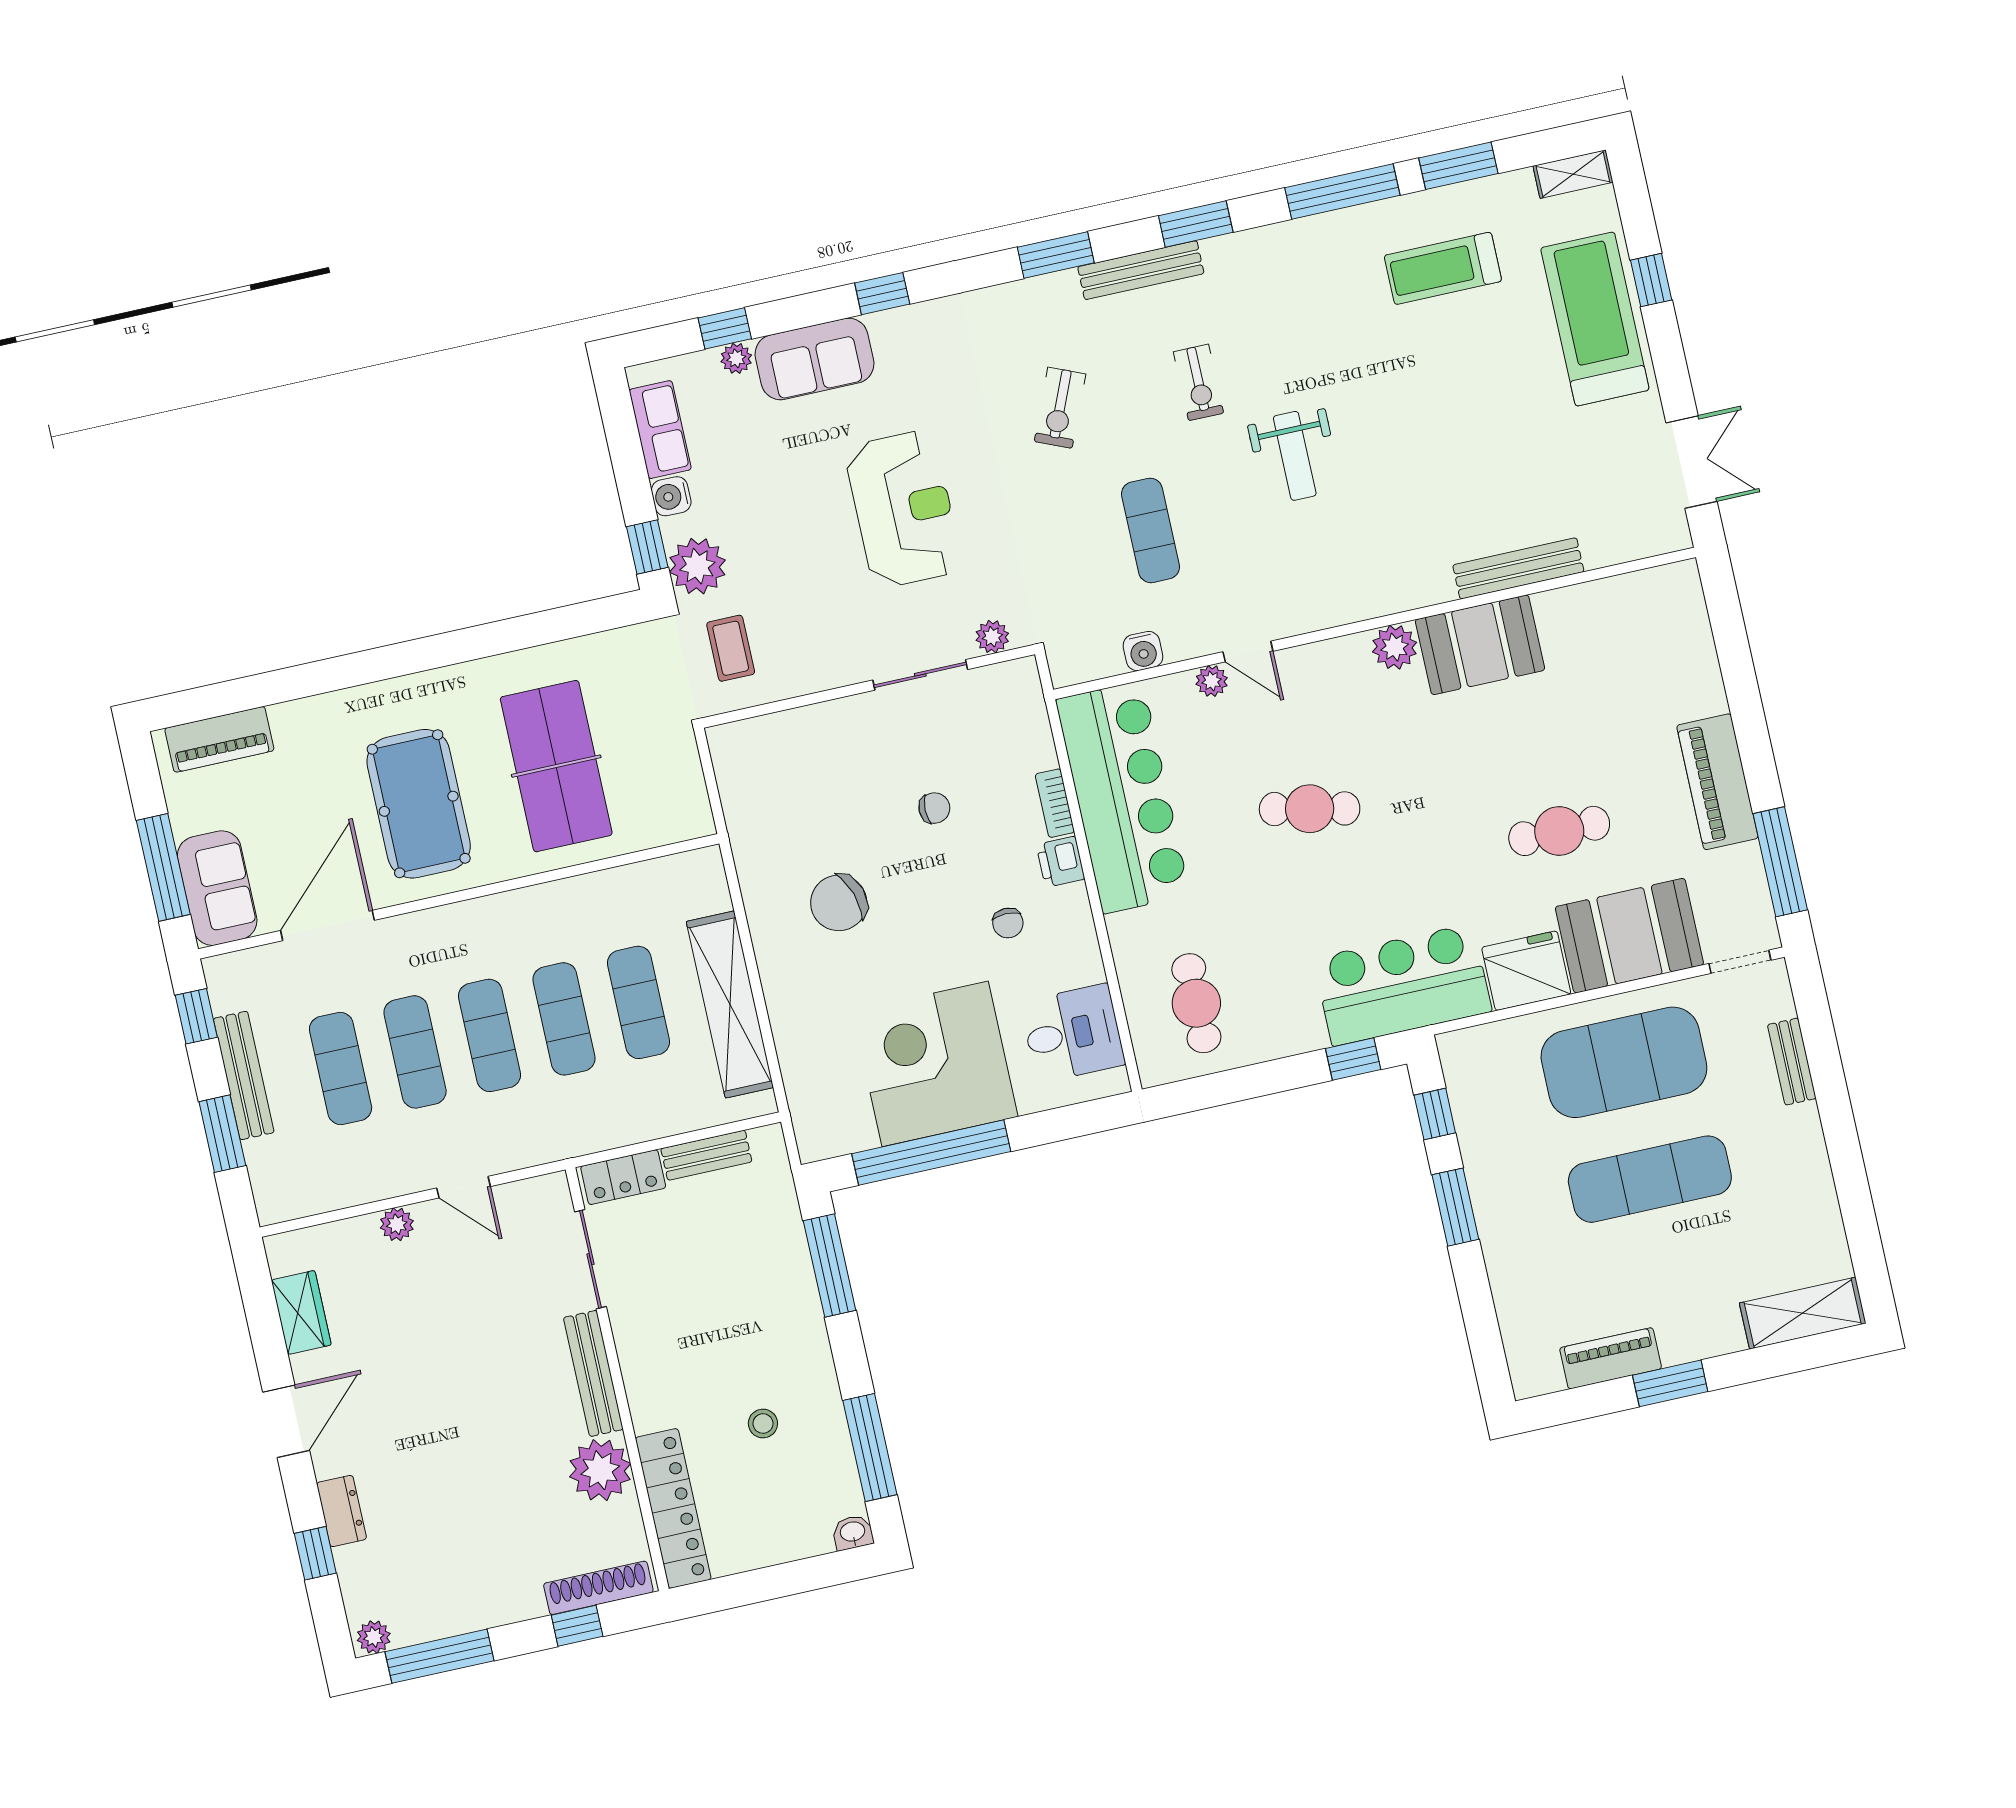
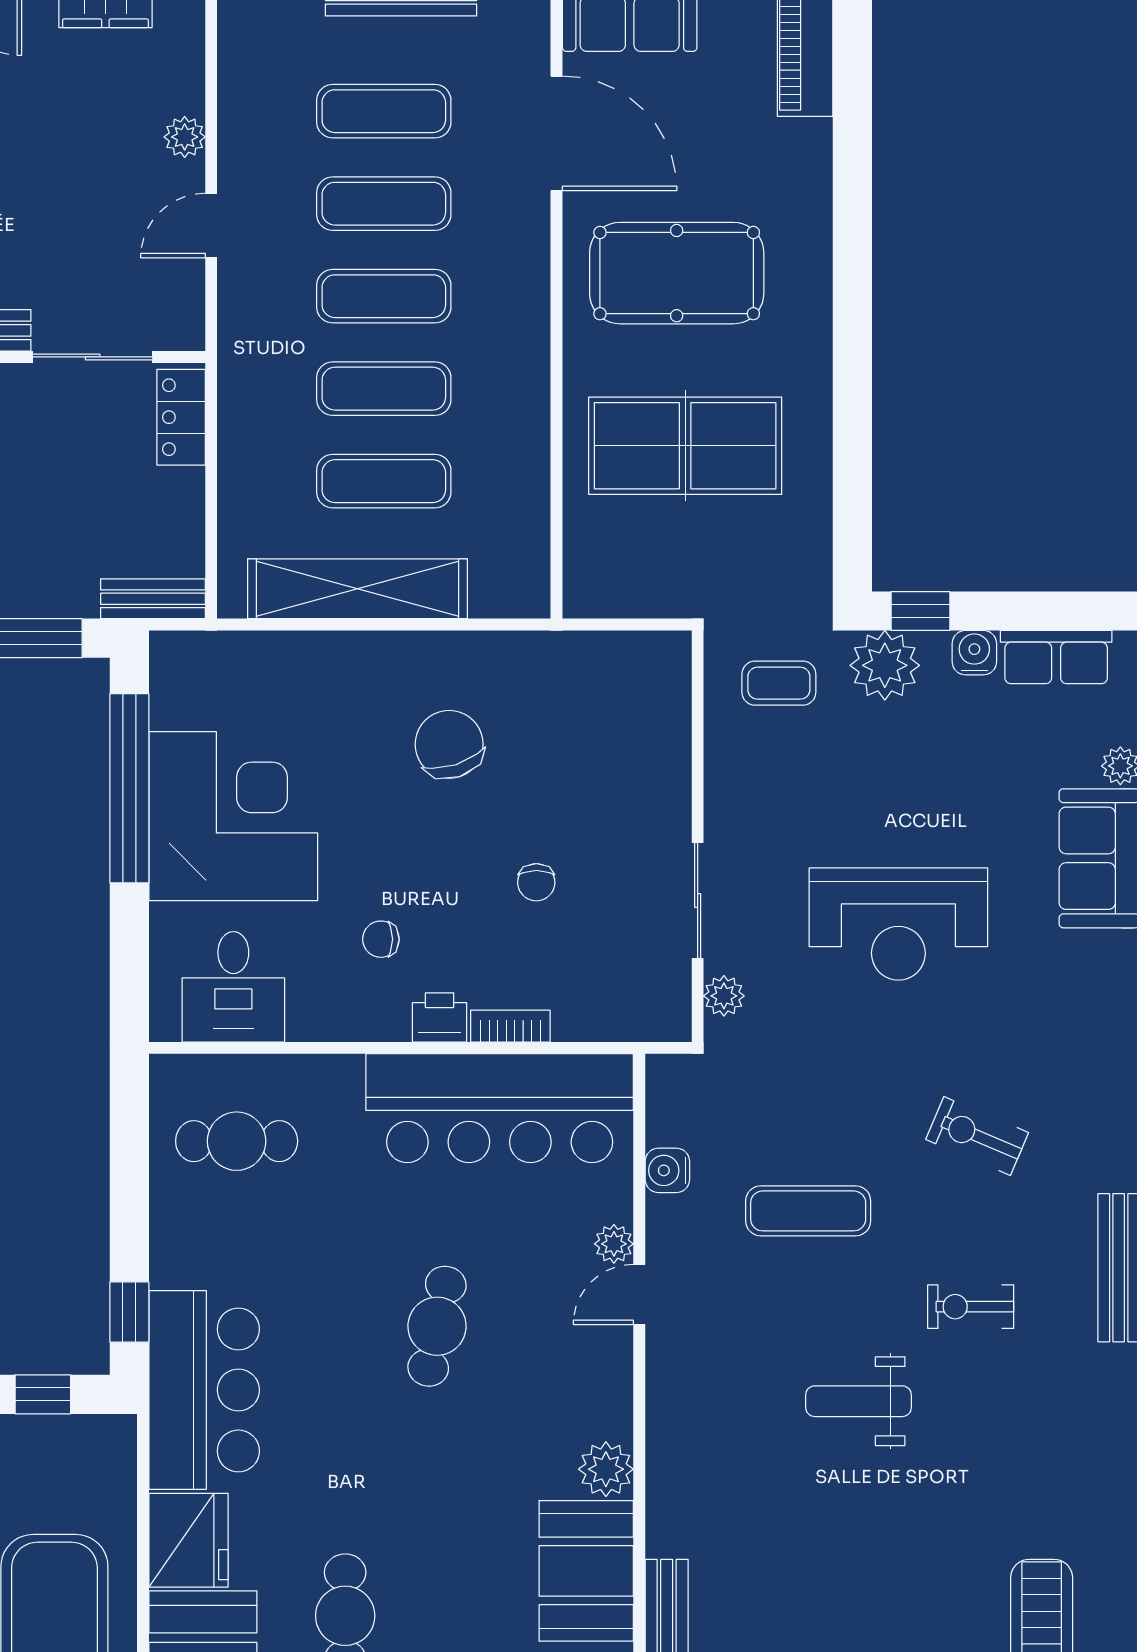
bench: (706, 1155) -> (153, 599), moved, turned 90

